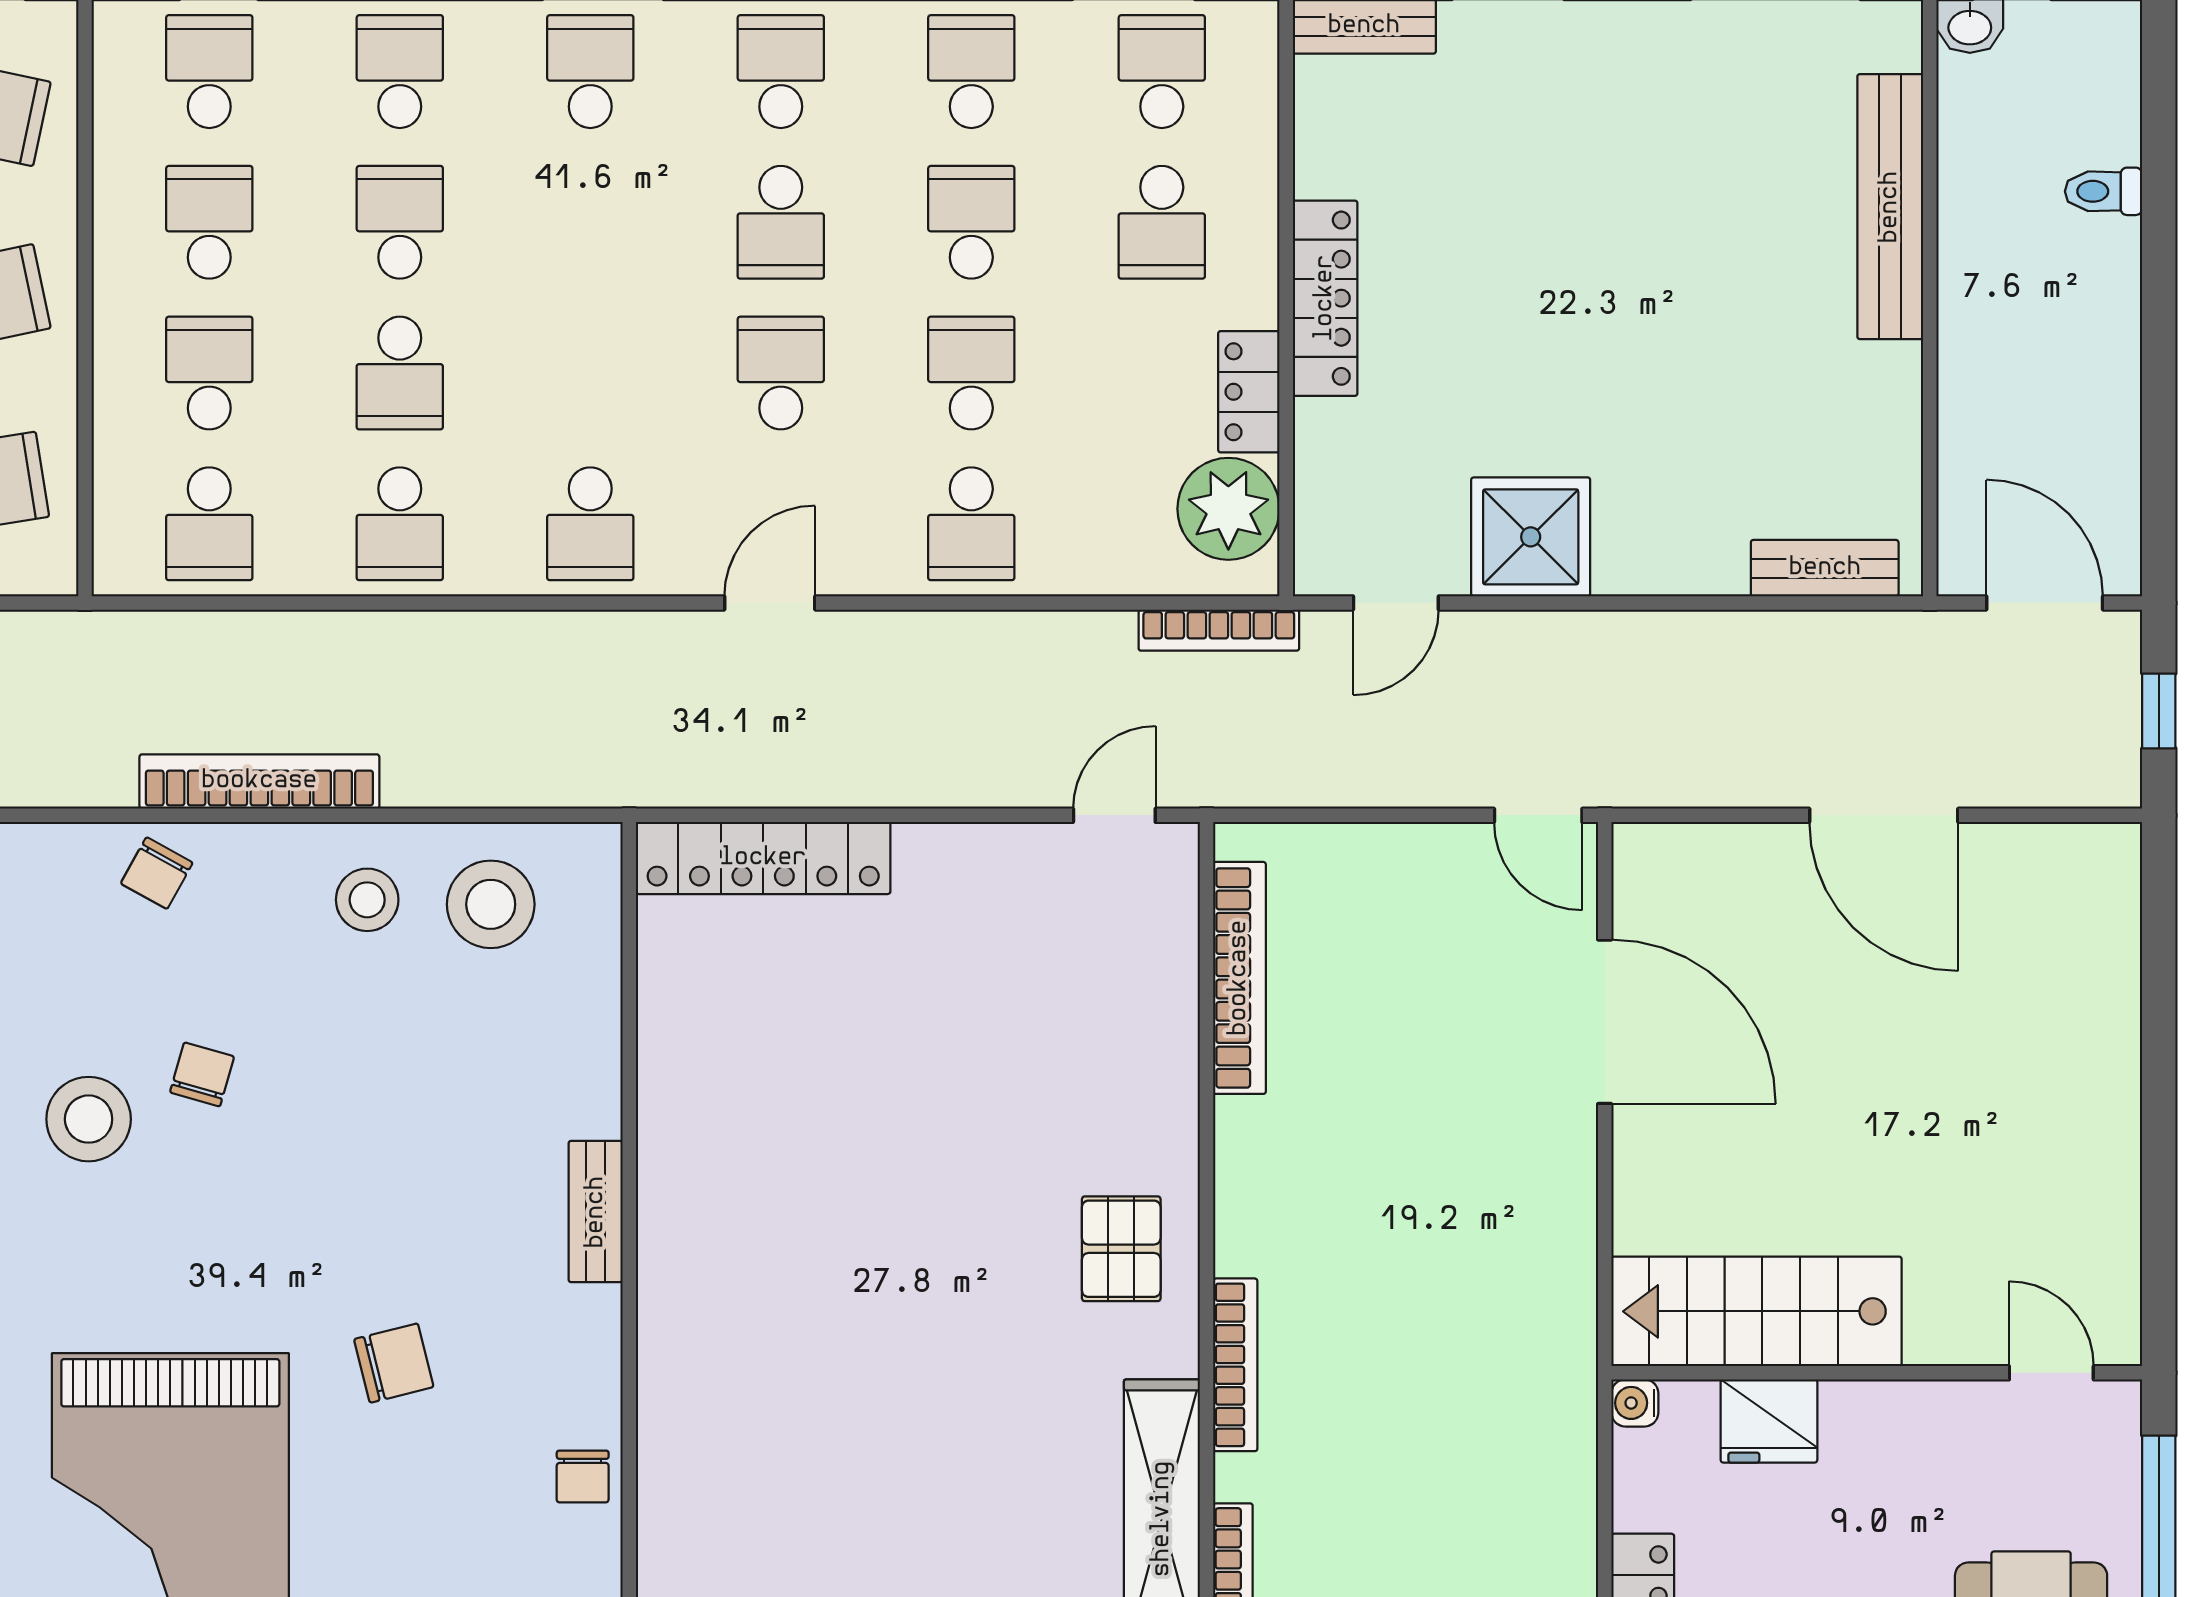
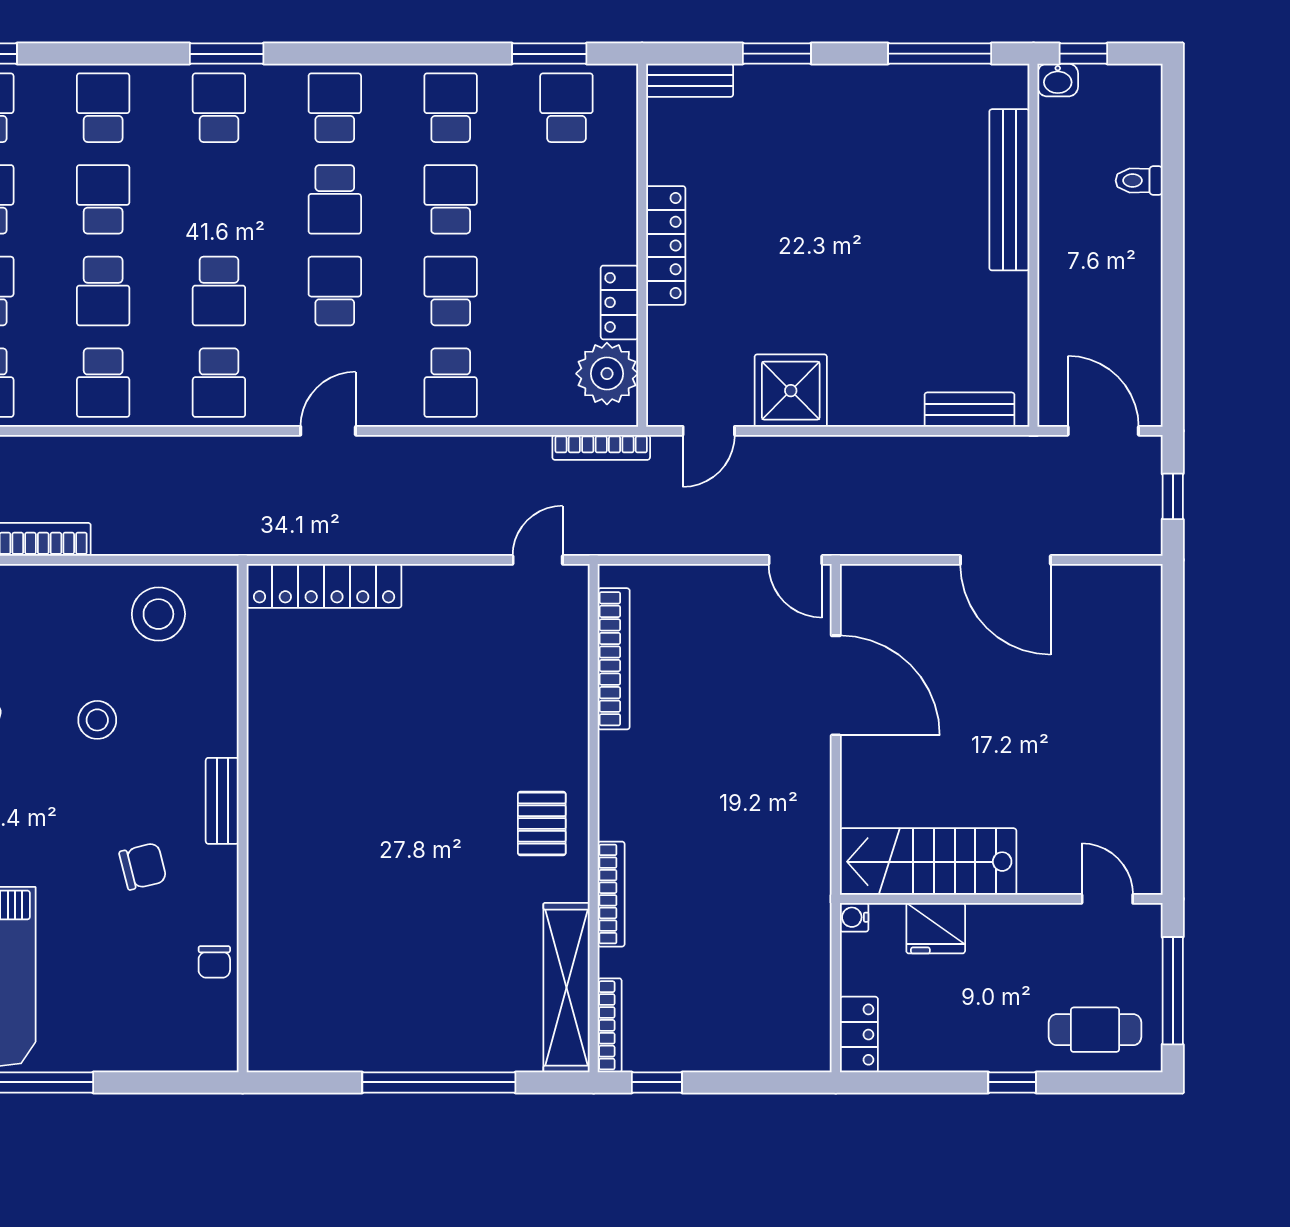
school desk: (1162, 222) -> (219, 291), moved
stool: (367, 900) -> (97, 720), moved
chair: (394, 1363) -> (143, 866), moved

